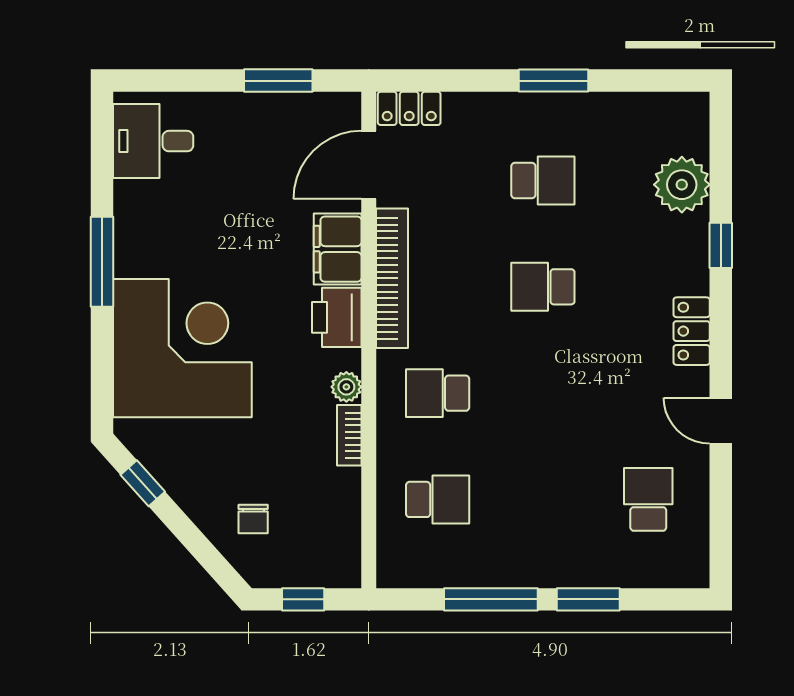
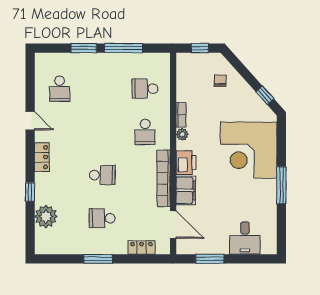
locker: (409, 108) -> (141, 248), moved
desk: (153, 141) -> (245, 238), moved, turned 90
door: (369, 165) -> (173, 225), hinge flipped
school desk: (438, 393) -> (145, 132), turned 90

